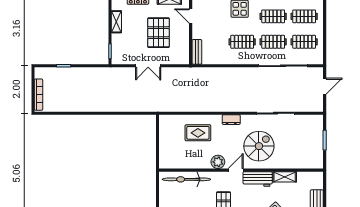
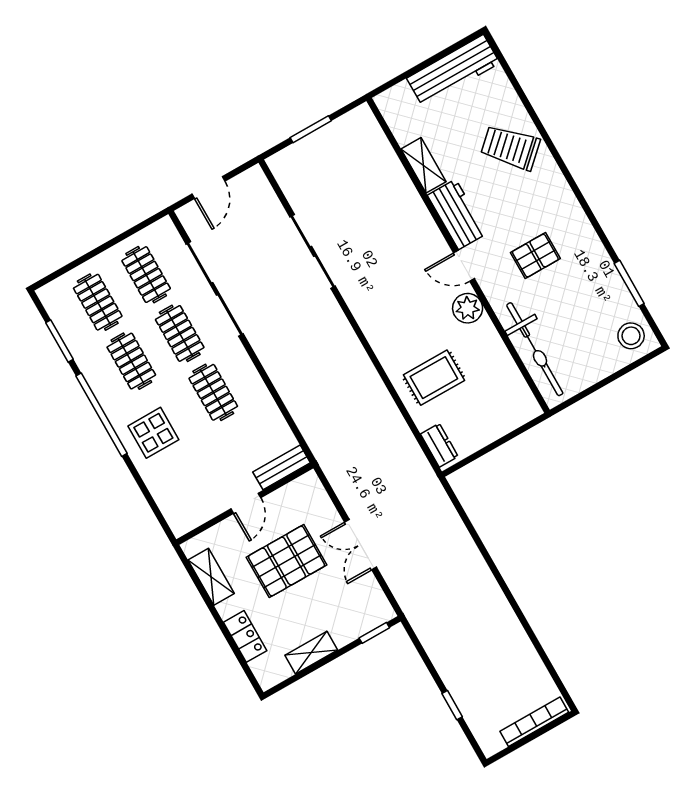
door: (191, 16) -> (246, 503), moved
double door: (148, 66) -> (361, 545), swing flipped
door: (325, 86) -> (208, 188), swing flipped
dresser: (231, 120) -> (439, 445), moved
rug: (198, 133) -> (434, 378), turned 90
spiral stairs: (259, 146) -> (393, 247), removed

